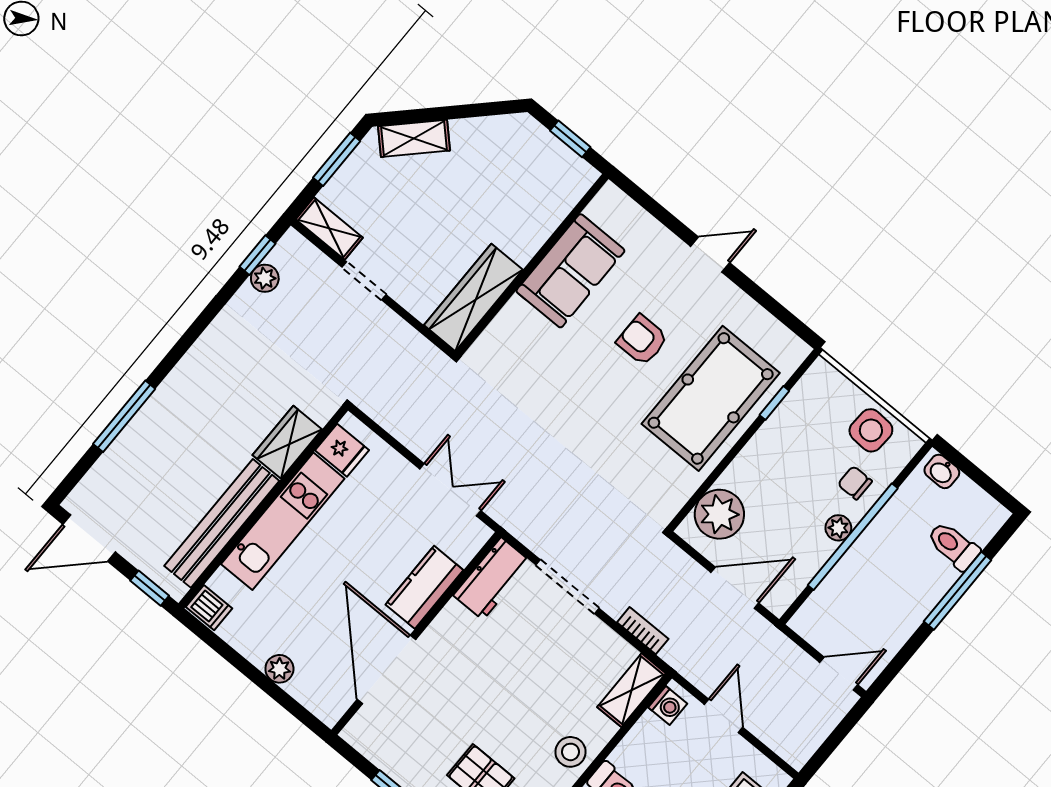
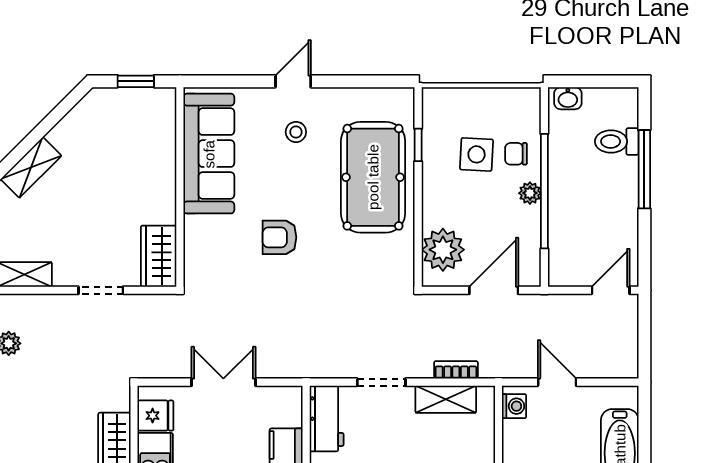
sofa: (570, 271) -> (209, 154), width x1.36
doorway: (364, 281) -> (101, 290), moved
wardrobe: (473, 297) -> (159, 256), width x0.67
stool: (675, 302) -> (296, 132), added
armchair: (642, 340) -> (279, 237), moved
side table: (871, 430) -> (477, 154), moved
double door: (450, 490) -> (223, 382), moved
doorway: (567, 587) -> (381, 382), width x0.73
shelving: (631, 690) -> (446, 399), moved, turned 90

